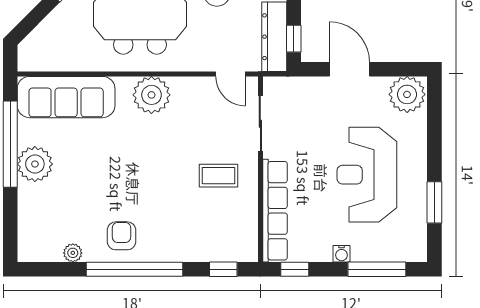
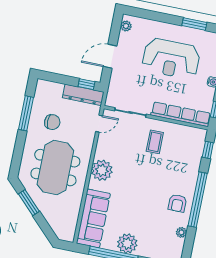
plant: (407, 94) -> (126, 26), width x0.53, depth x0.53
armchair: (121, 236) -> (177, 203), turned -90

